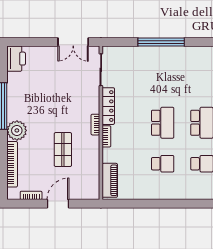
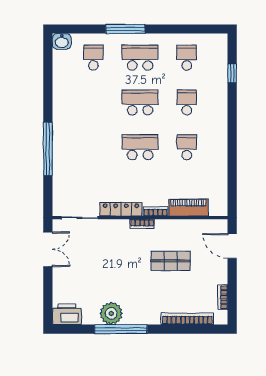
plant: (17, 130) -> (111, 313), moved
piano: (110, 180) -> (188, 208), moved
door: (58, 204) -> (232, 246), moved

